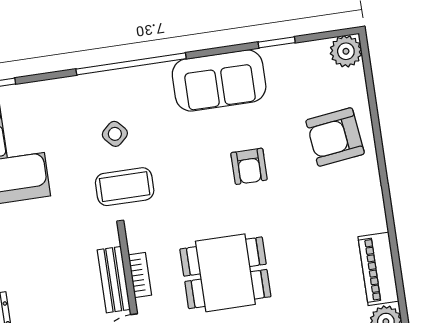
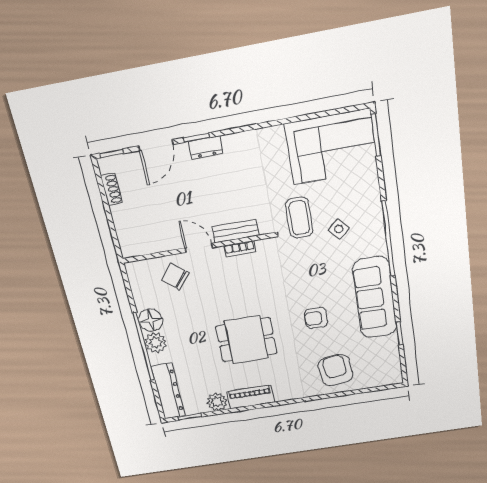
plant: (346, 51) -> (392, 375), removed
sofa: (219, 80) -> (375, 298), width x1.36
coffee table: (125, 187) -> (299, 218), moved
dining table: (225, 273) -> (246, 340), moved, turned 90

